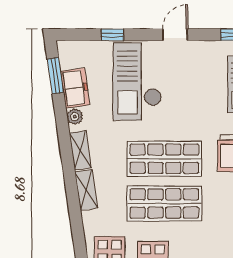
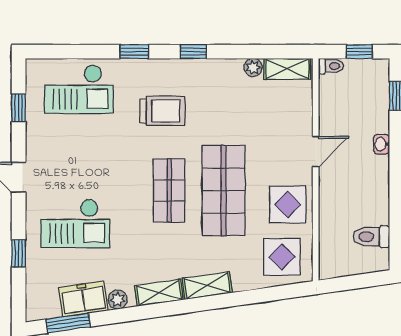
checkout: (137, 82) -> (75, 223), width x0.73, depth x0.83
shop shelf: (164, 159) -> (169, 191), width x0.70, depth x0.74

